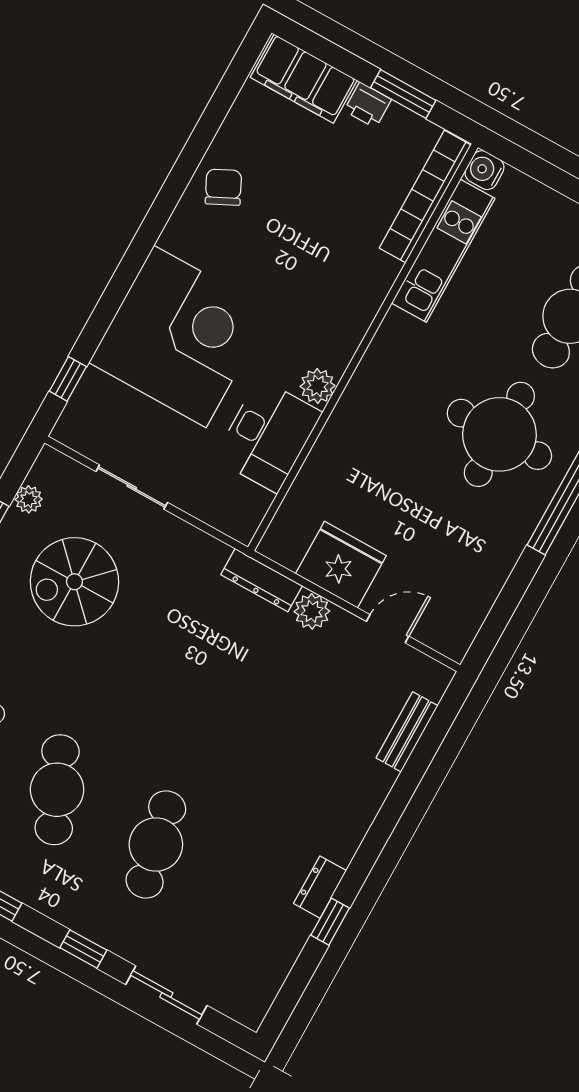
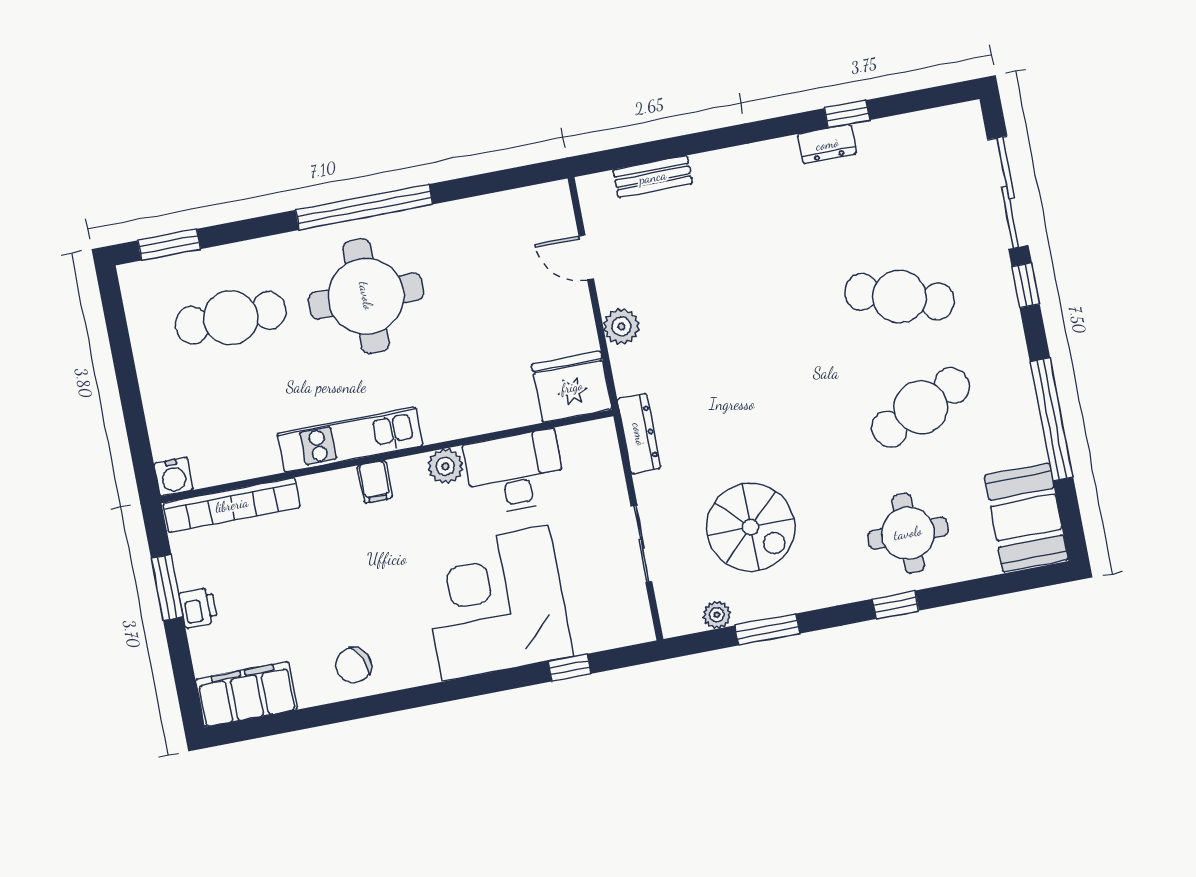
filing cabinet: (304, 79) -> (246, 694), moved, turned -90
kitchen unit: (443, 251) -> (350, 440), moved
filing cabinet: (351, 322) -> (375, 482), added
window: (68, 379) -> (569, 668), moved
fridge: (341, 565) -> (572, 387), moved, turned 90
dresser: (262, 580) -> (639, 434), moved
cafe table: (156, 844) -> (899, 297), turned 30
sliding door: (166, 995) -> (1008, 192), width x1.37

